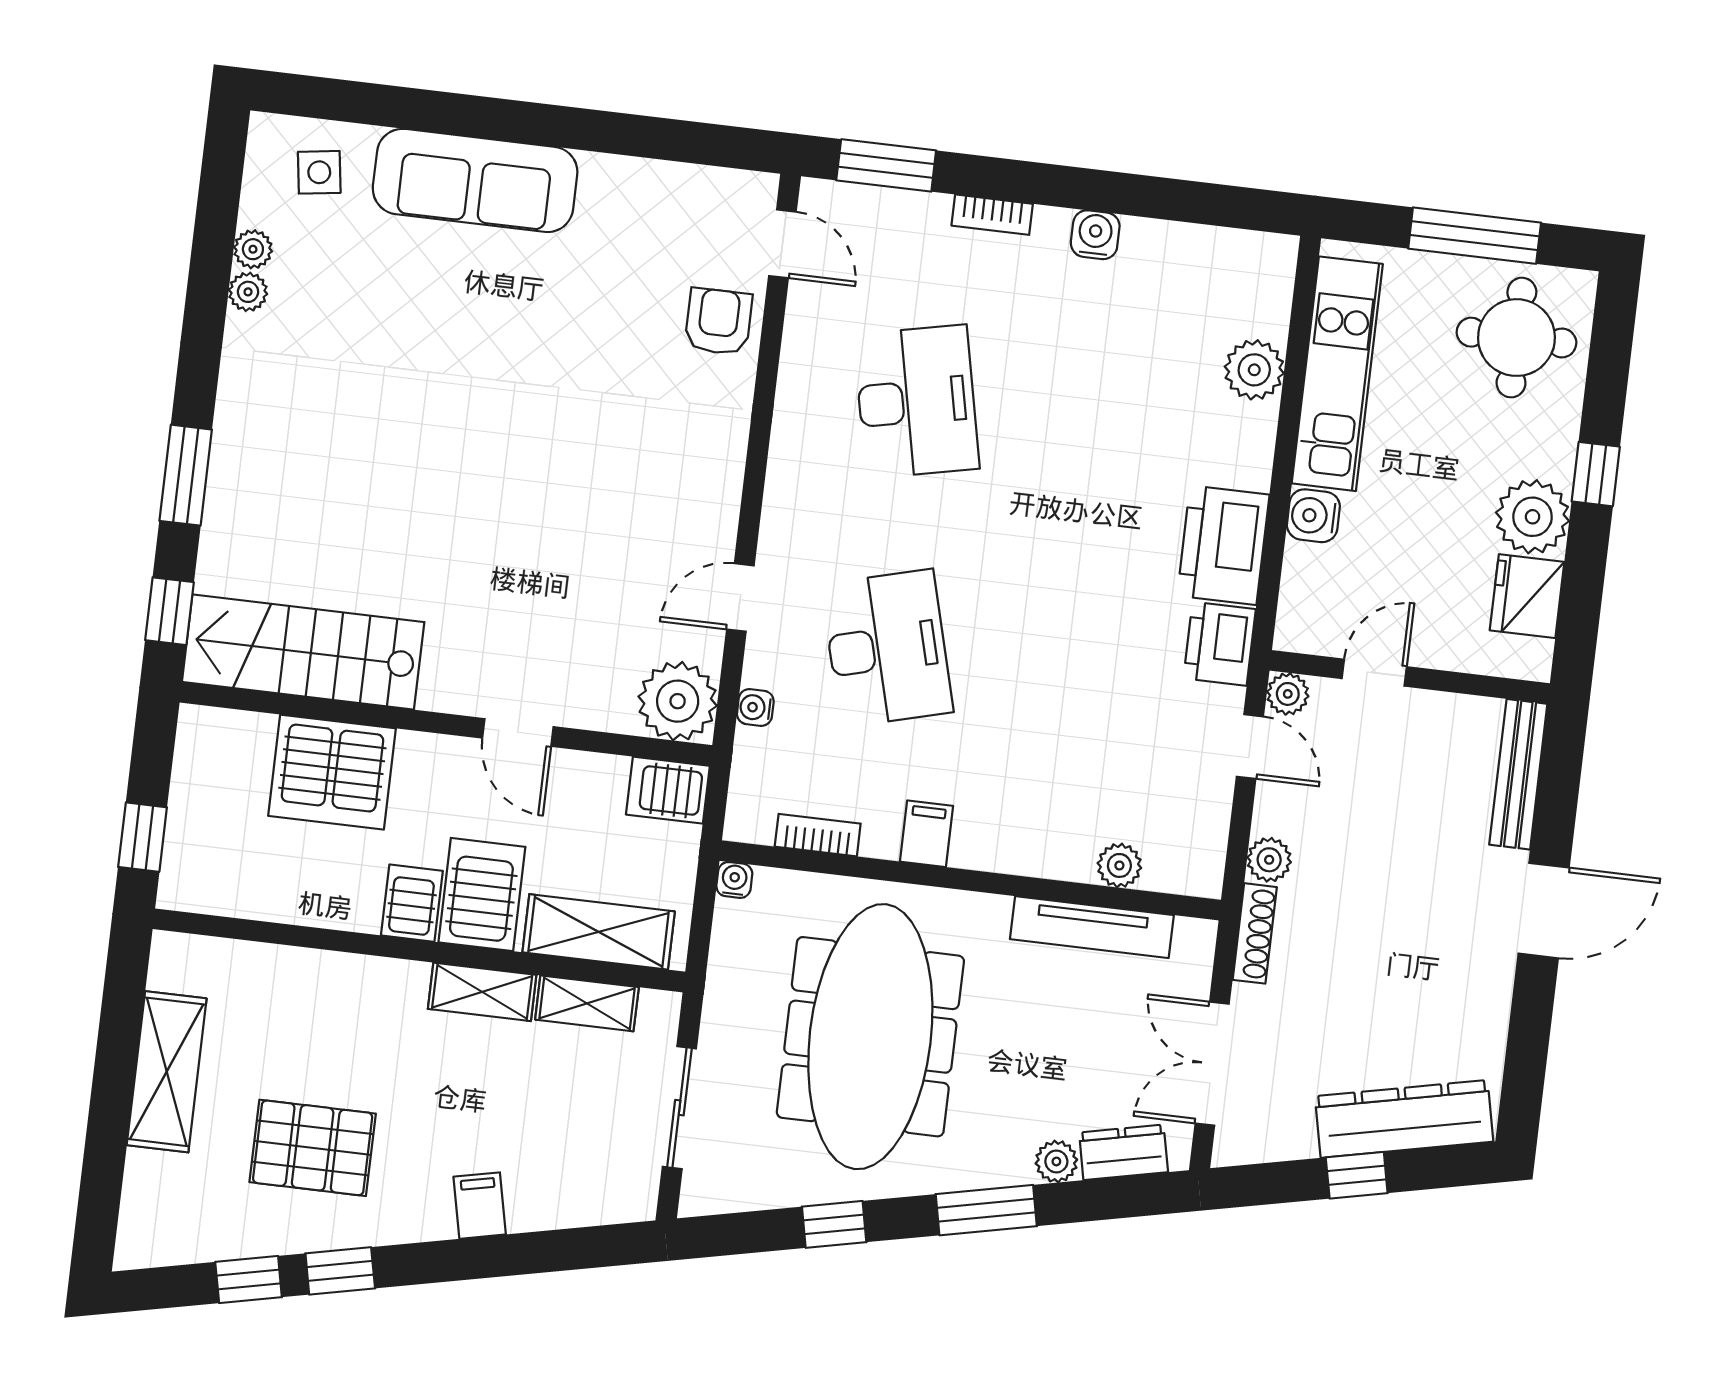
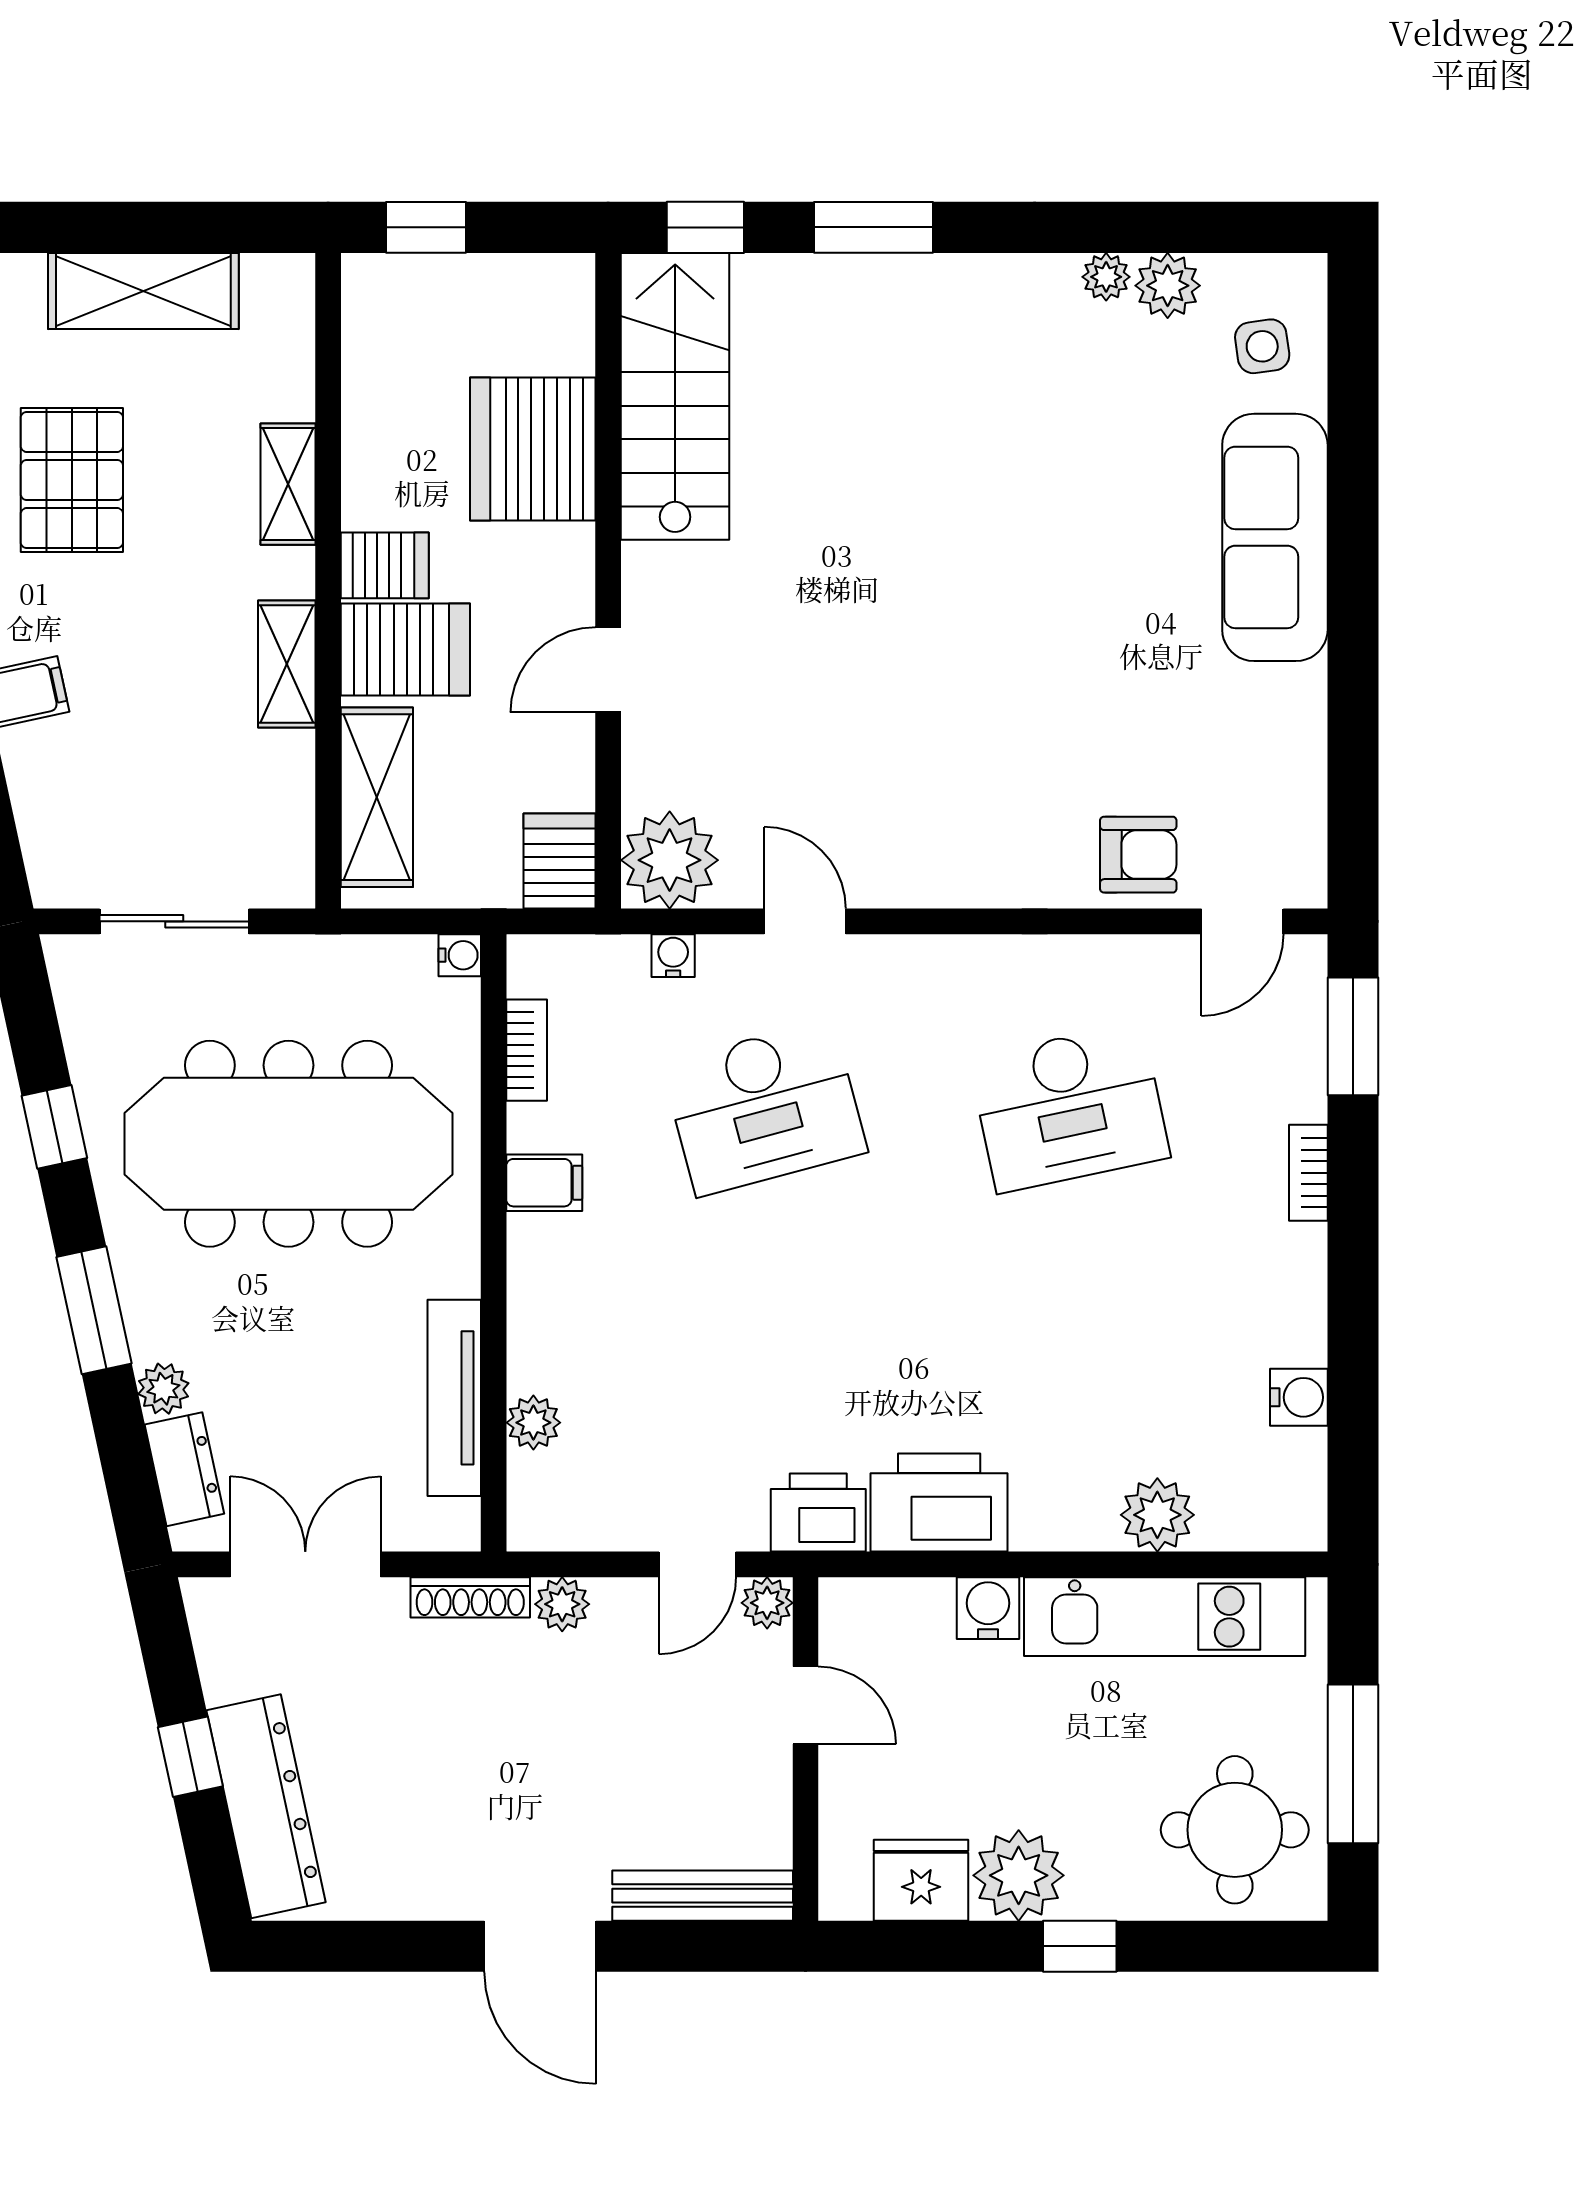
water cooler: (1095, 235) -> (1299, 1397), moved
plant: (253, 249) -> (1168, 286), width x1.38, depth x1.38
shelving: (587, 1003) -> (288, 484), moved

